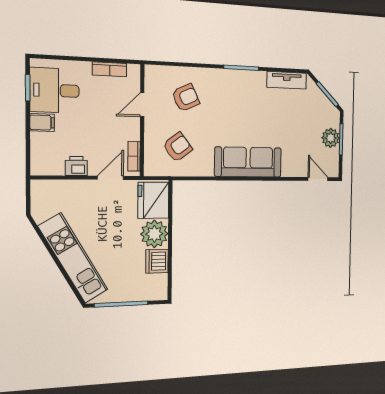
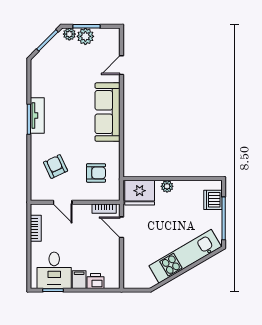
tv unit: (287, 80) -> (37, 116), moved
plant: (333, 120) -> (69, 34), added
armchair: (178, 147) -> (96, 173), turned 127
printer: (76, 166) -> (95, 281), moved, turned 90
door: (318, 179) -> (122, 65), moved
plant: (154, 234) -> (167, 186), width x0.53, depth x0.53
dishwasher: (157, 261) -> (213, 200), moved, turned 90

